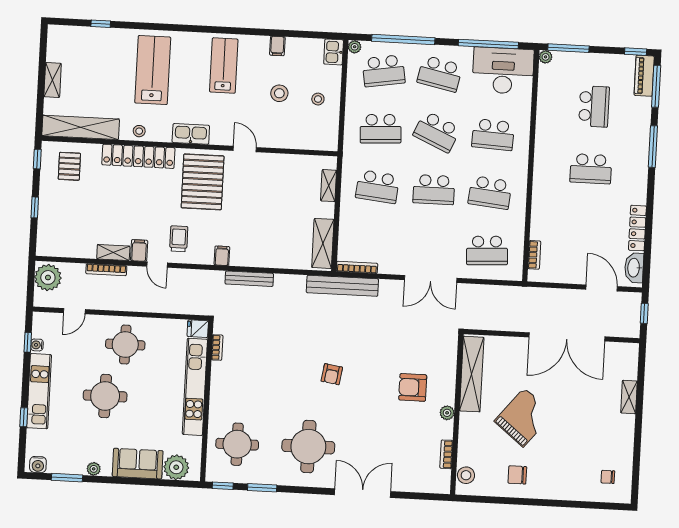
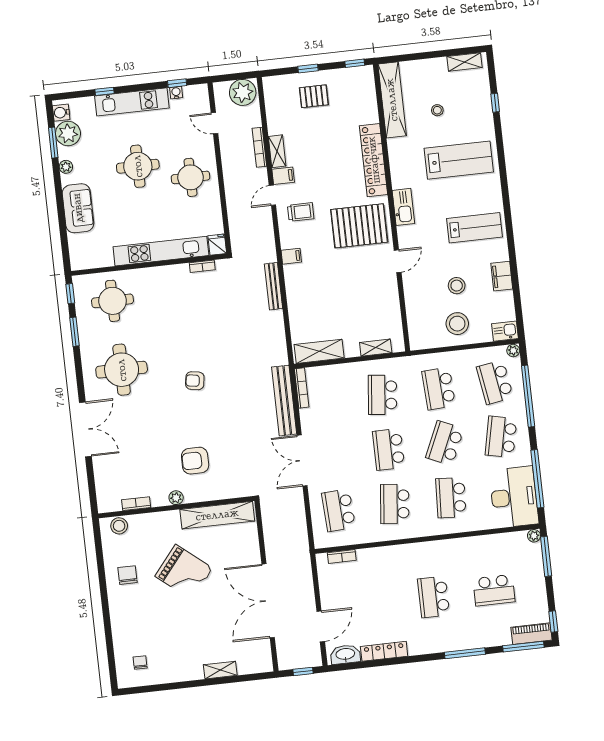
filing cabinet: (277, 46) -> (502, 276), width x2.00
shelving: (53, 80) -> (464, 62), moved
stool: (318, 99) -> (457, 324), width x1.89, depth x1.89
stool: (139, 131) -> (437, 110), moved
pallet: (69, 166) -> (314, 96), moved
bench: (342, 286) -> (284, 401), moved
armchair: (413, 387) -> (195, 461), turned -90
plant: (176, 467) -> (68, 133), moved

